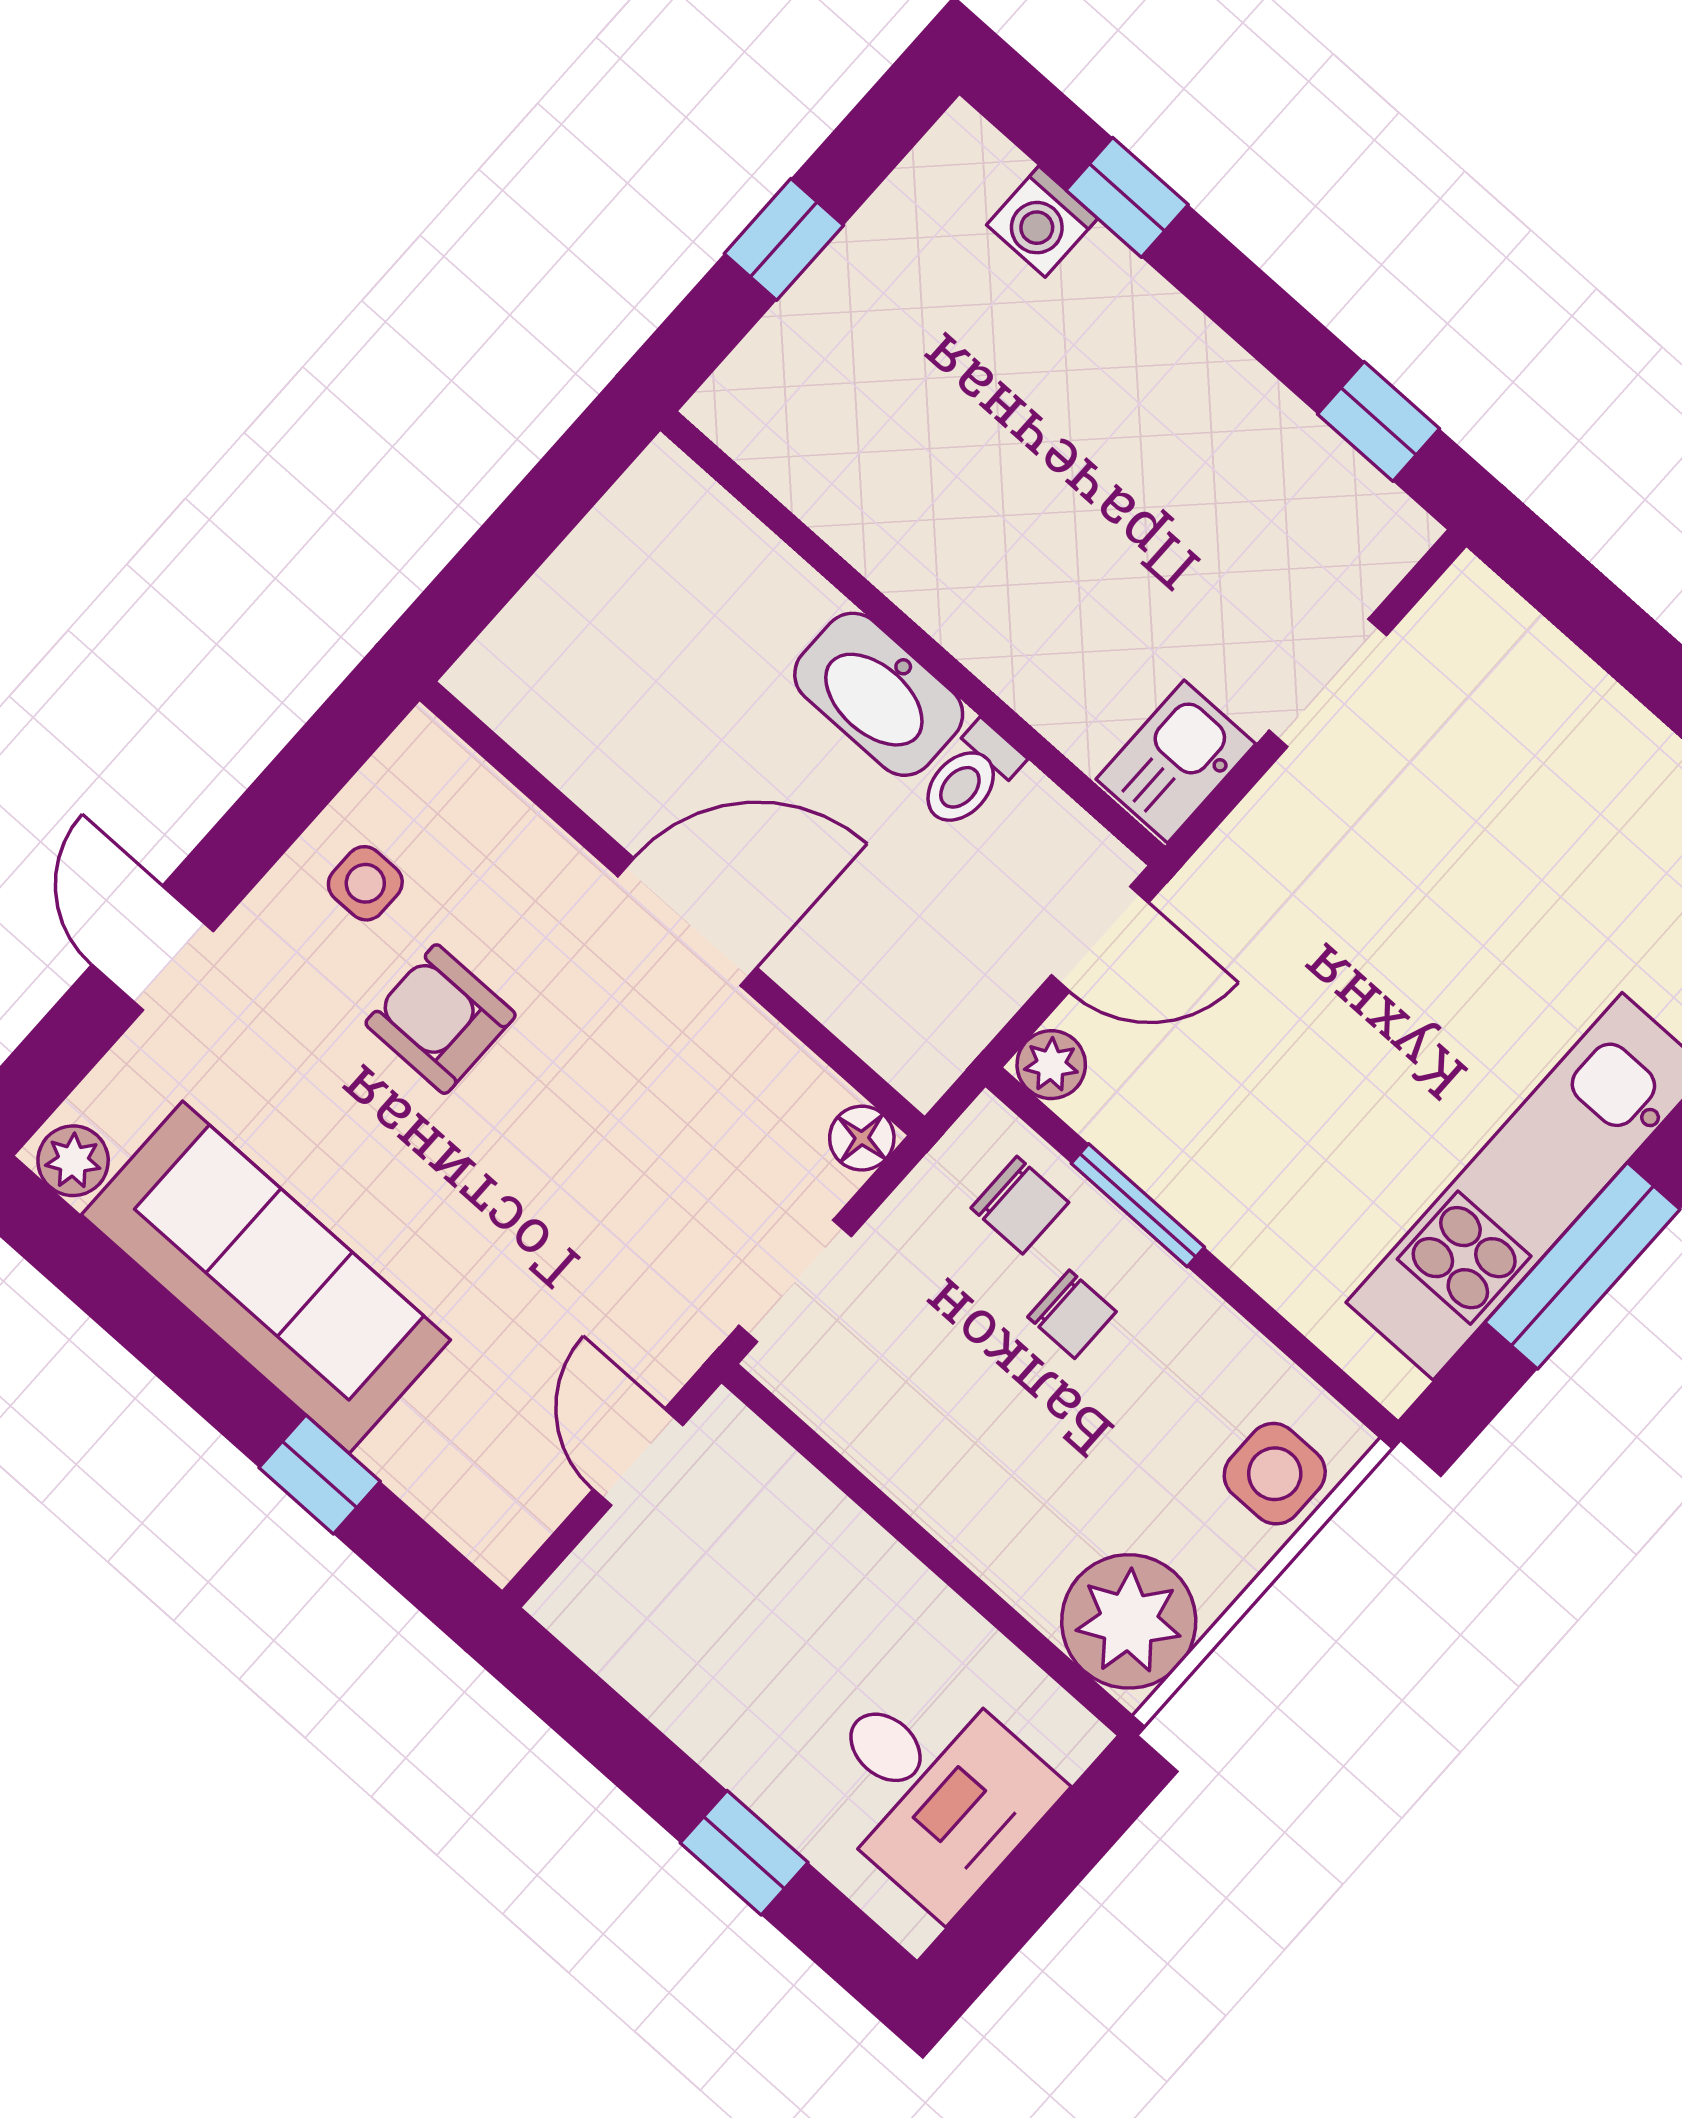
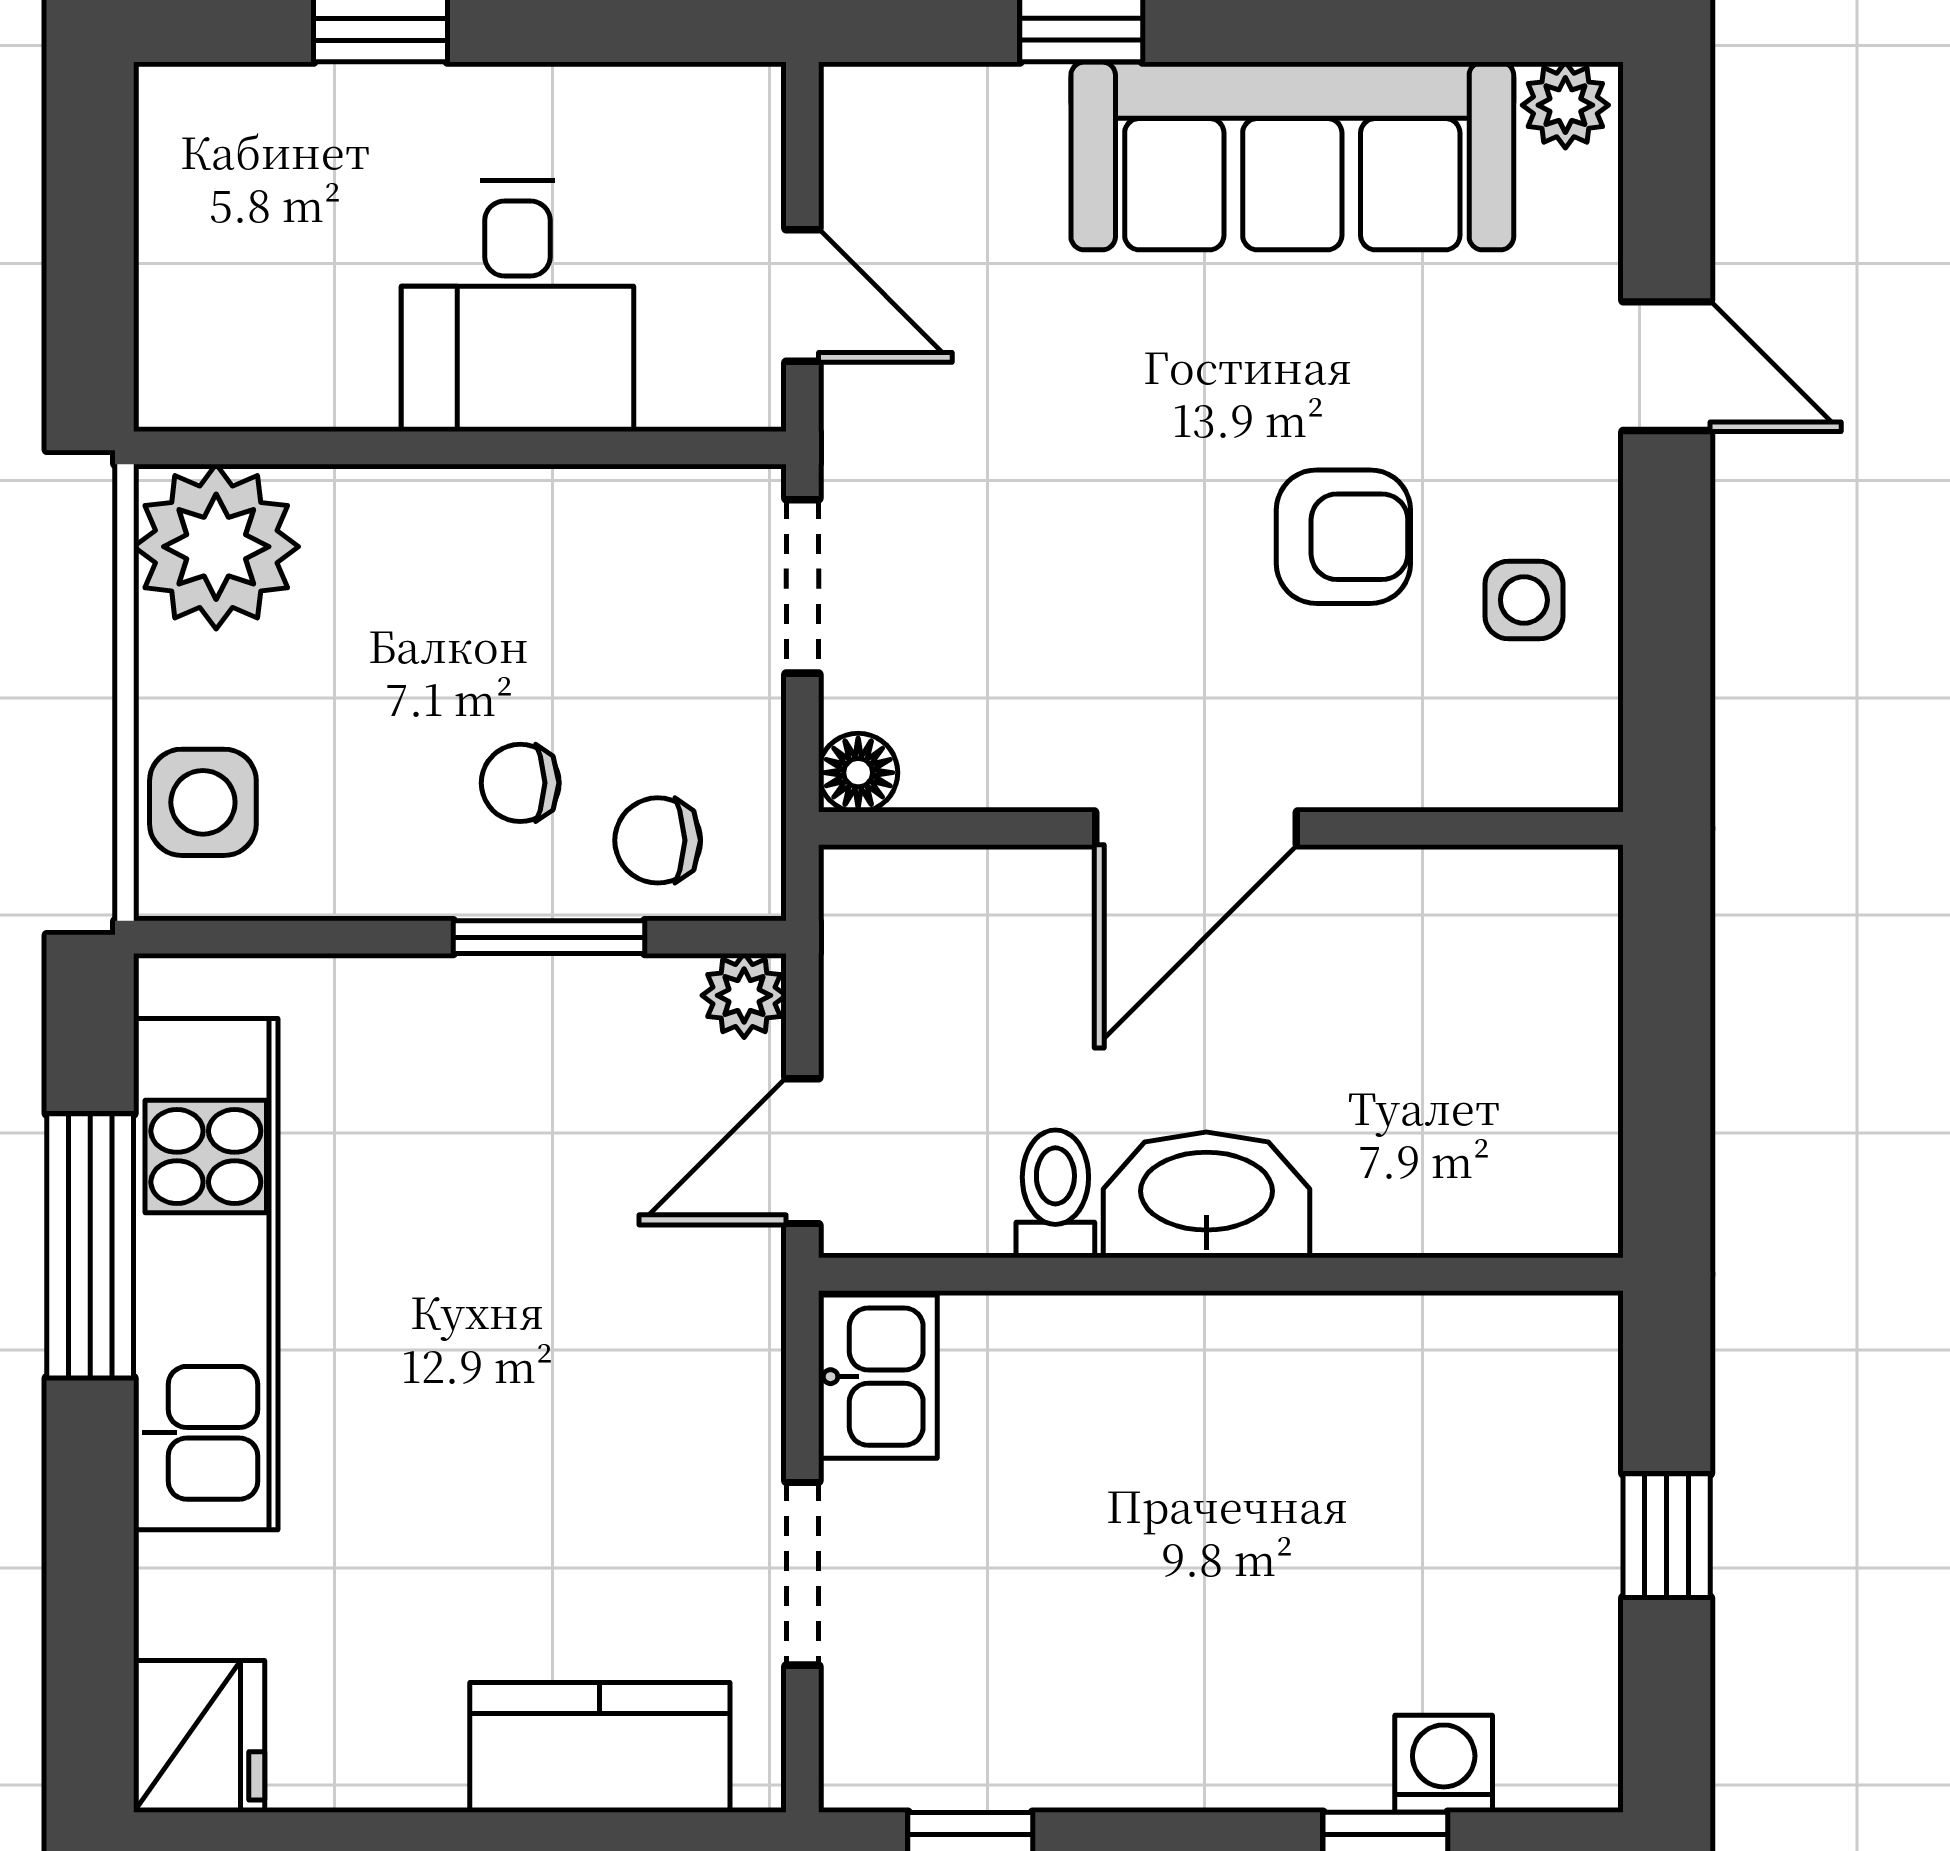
kitchen counter: (1544, 687) -> (600, 1747), added
desk: (933, 1789) -> (517, 306), moved, turned -90

